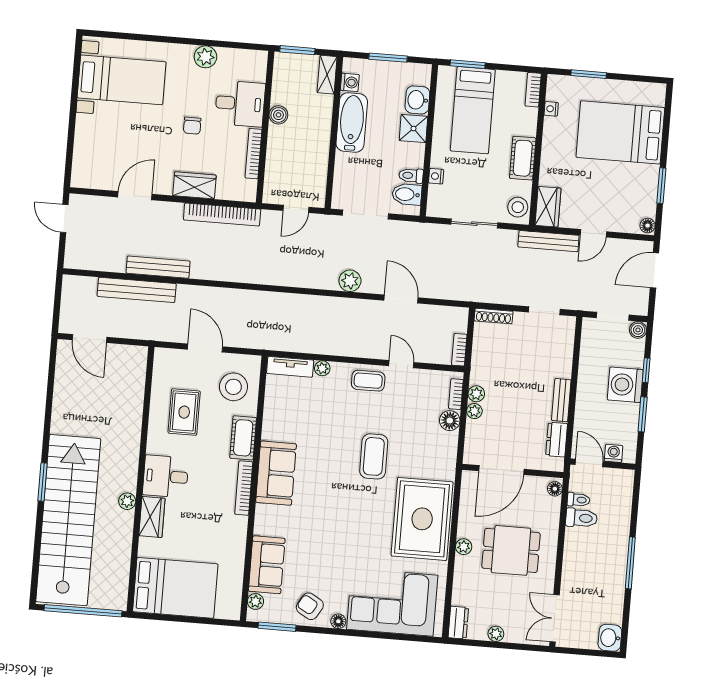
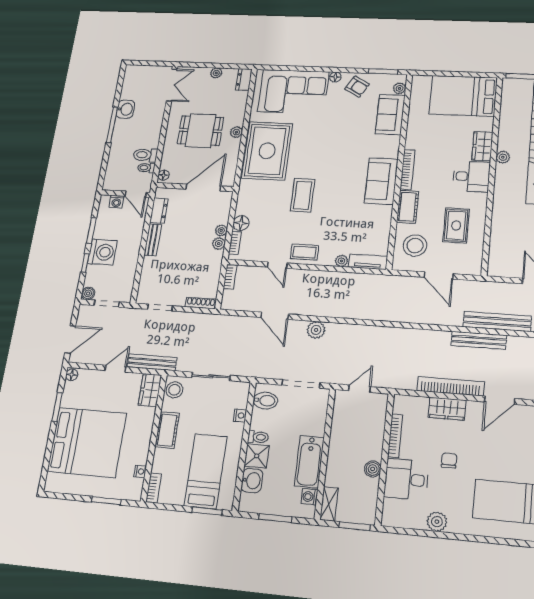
bed: (620, 132) -> (87, 442), width x1.36
toilet: (411, 176) -> (258, 437), moved
bookcase: (222, 215) -> (451, 386), moved
washbasin: (610, 638) -> (125, 109), moved

